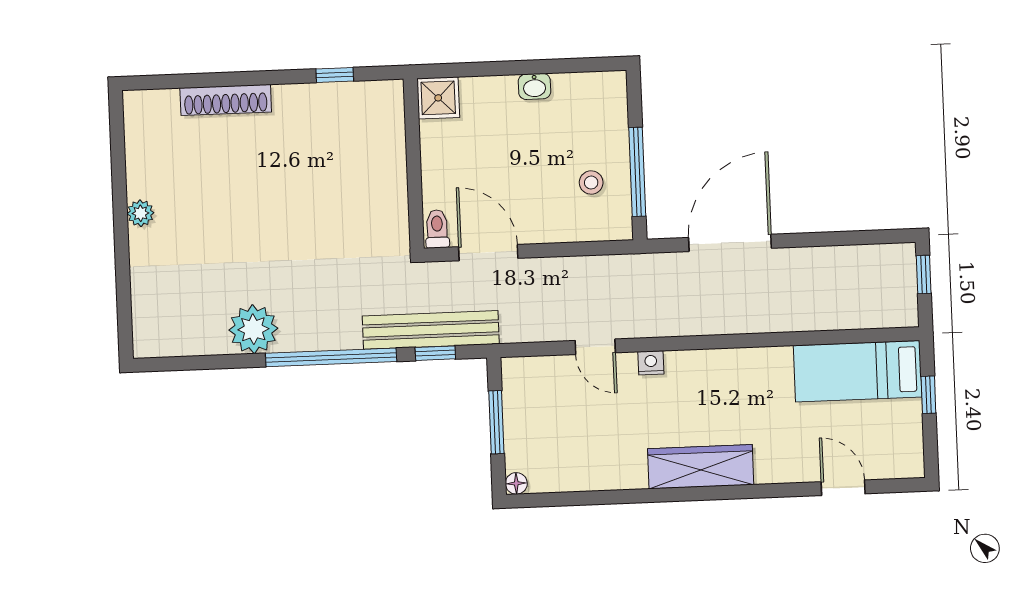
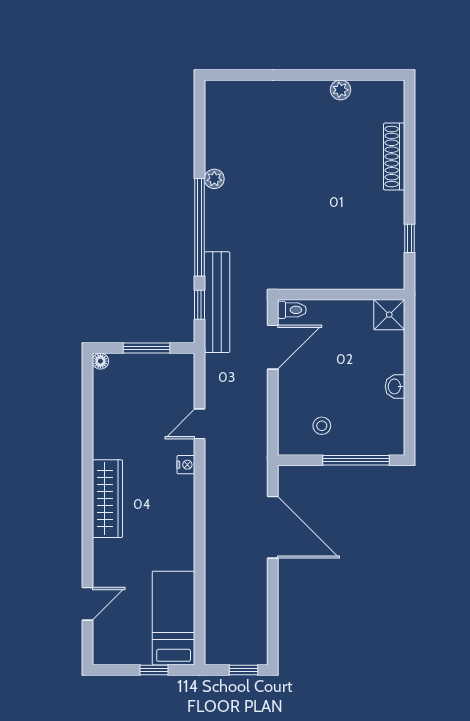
window: (637, 172) -> (356, 460), moved
plant: (140, 213) -> (341, 90), moved
plant: (253, 329) -> (214, 179), width x0.53, depth x0.53

